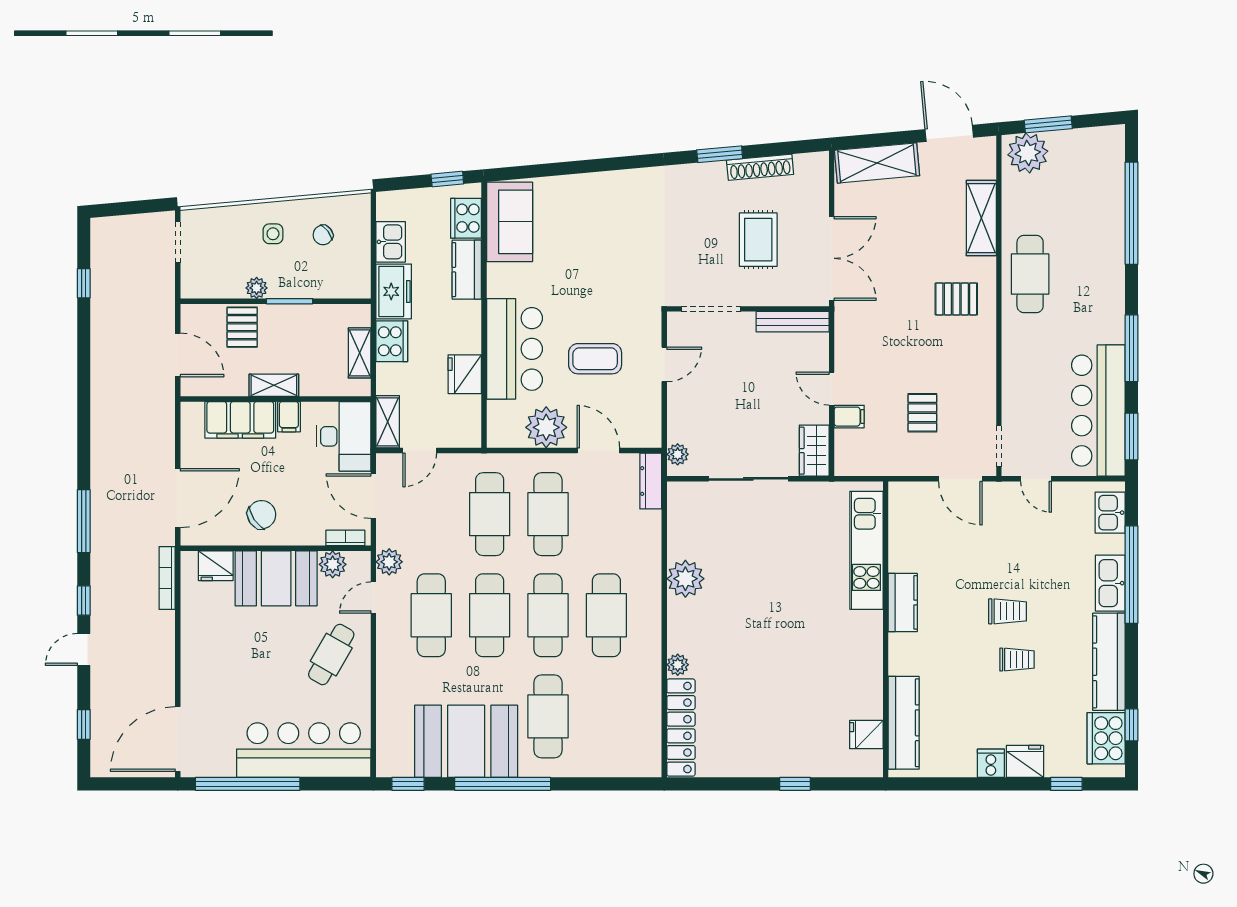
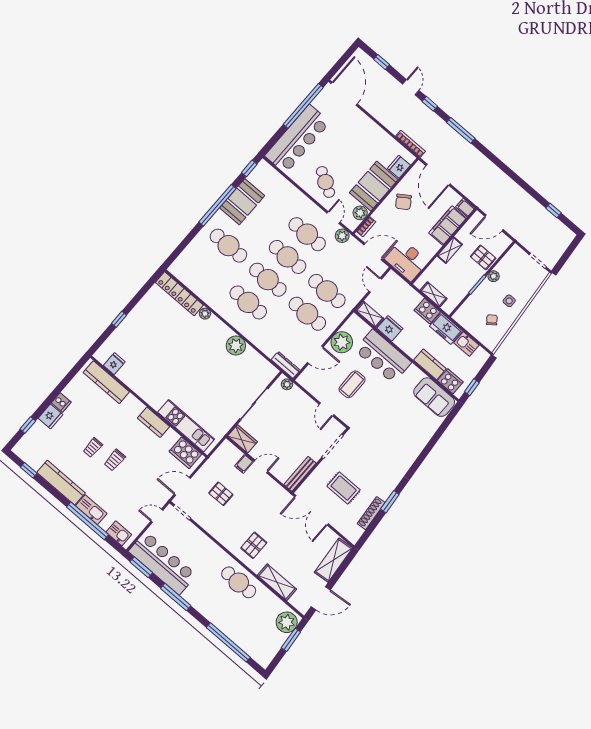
filing cabinet: (289, 417) -> (465, 208), moved
shelving: (388, 422) -> (370, 314), moved
cooker: (1106, 738) -> (185, 453), moved, turned 180
booth: (466, 741) -> (242, 202), width x0.73, depth x0.70

